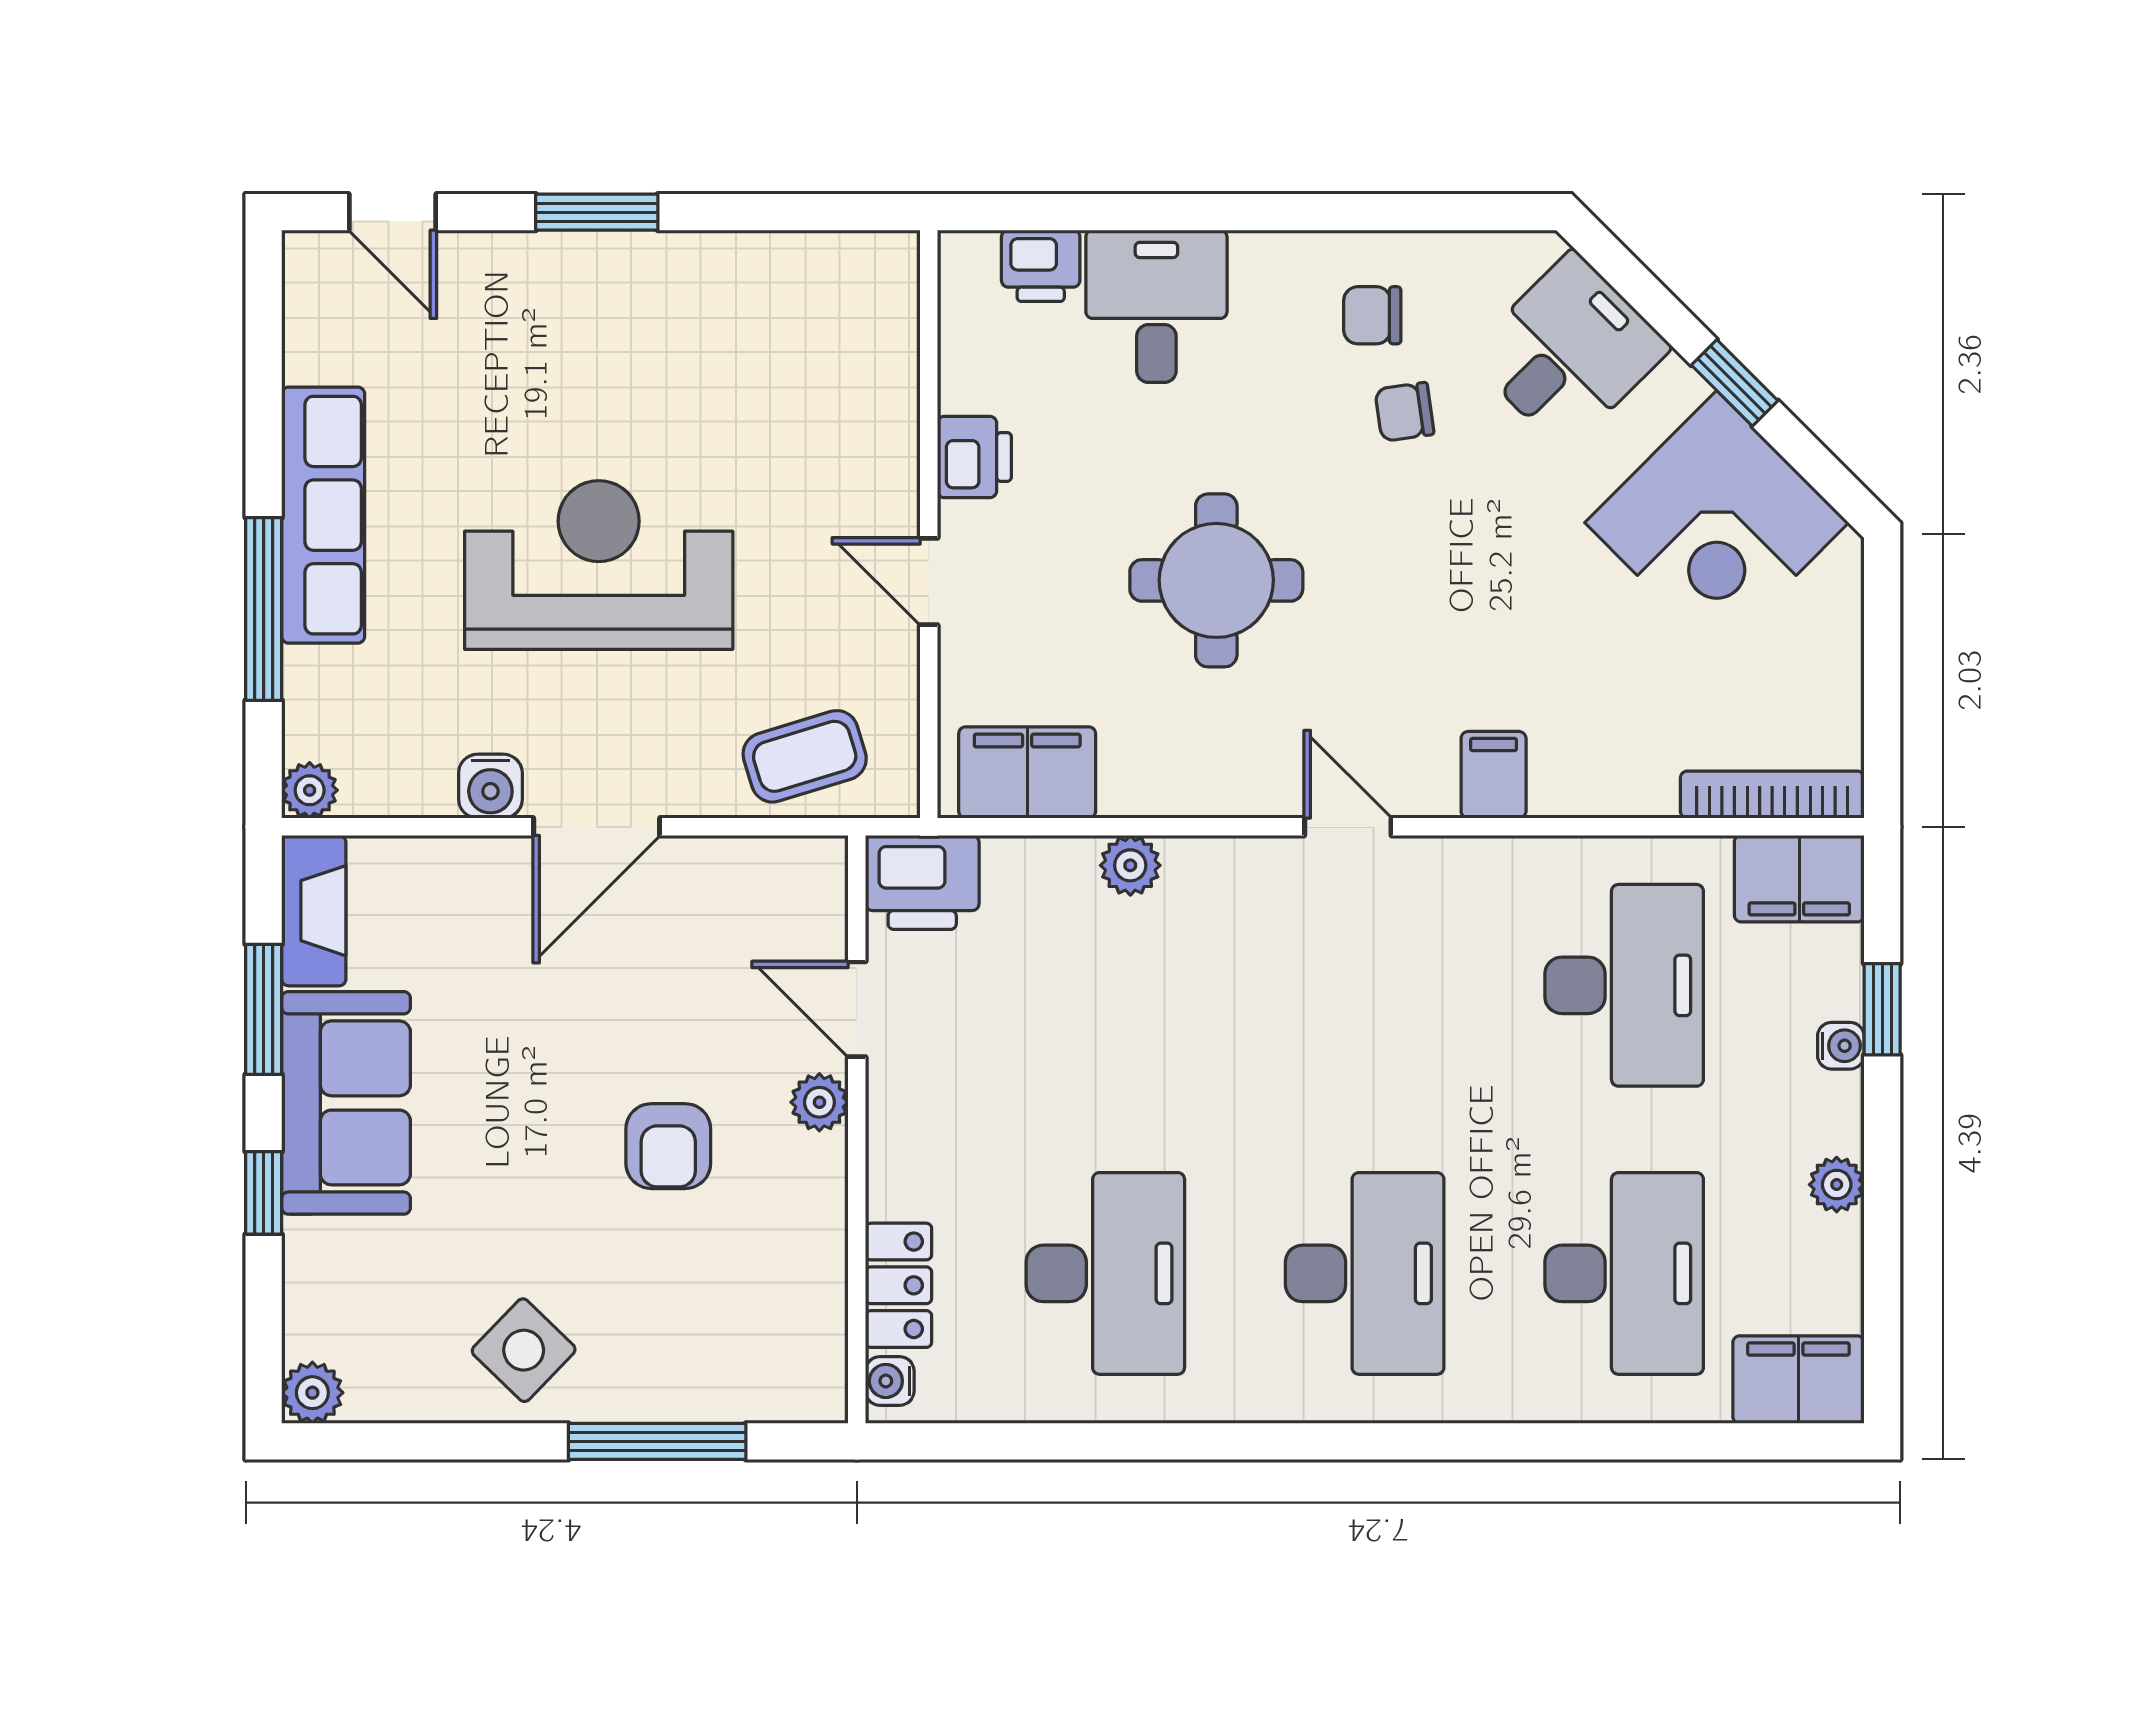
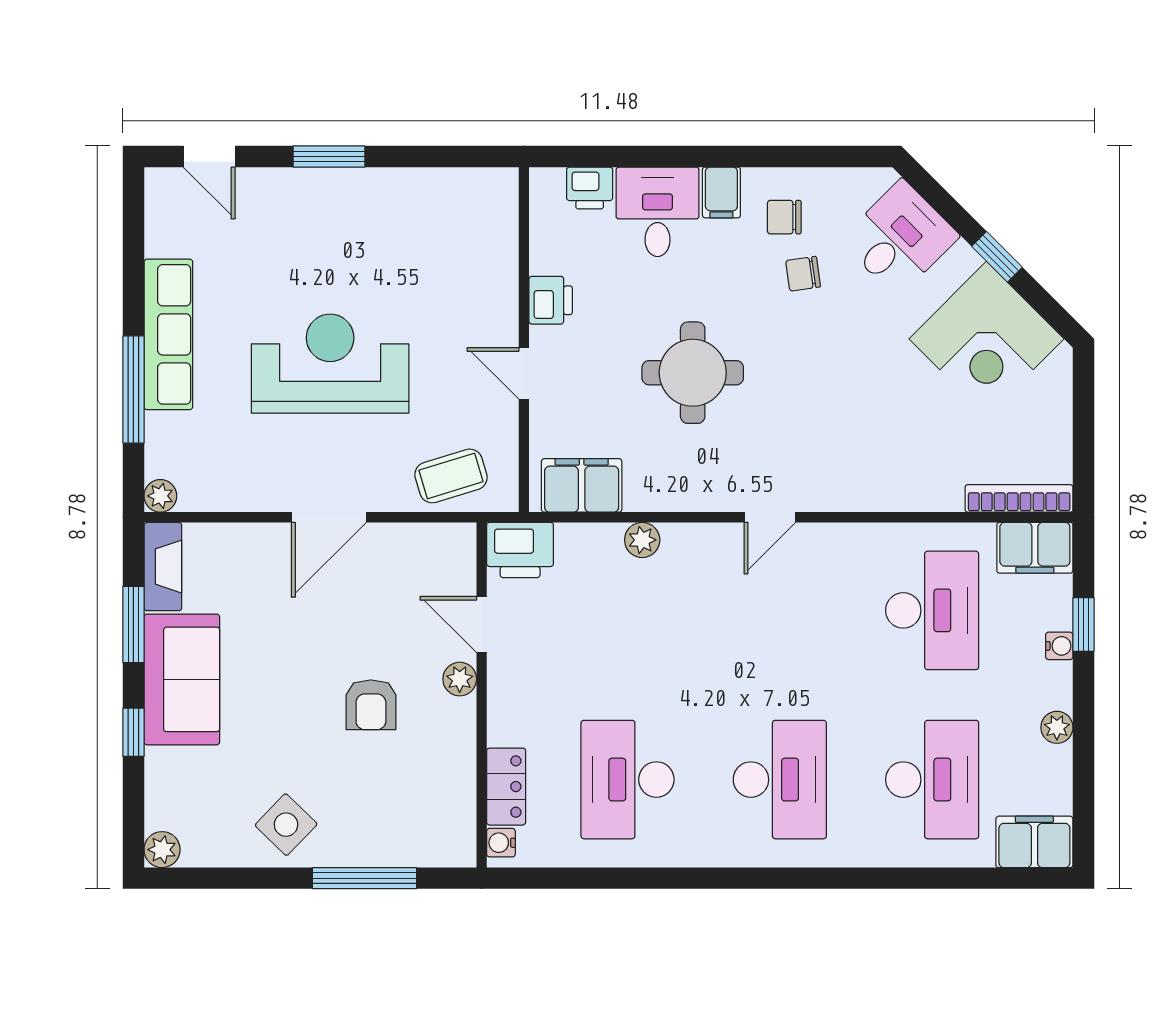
filing cabinet: (1494, 775) -> (721, 192), moved, turned 180
water cooler: (490, 786) -> (267, 493), removed
door: (1348, 827) -> (770, 517), swing flipped
desk: (1105, 1273) -> (628, 780), turned 180

